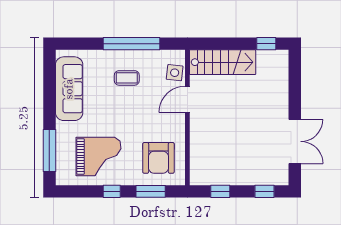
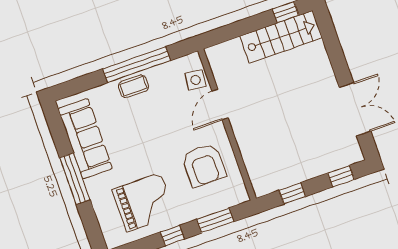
stairs: (223, 62) -> (281, 37), moved
coffee table: (127, 78) -> (133, 86), moved
window: (49, 151) -> (75, 179), moved
armchair: (158, 158) -> (204, 165), moved

